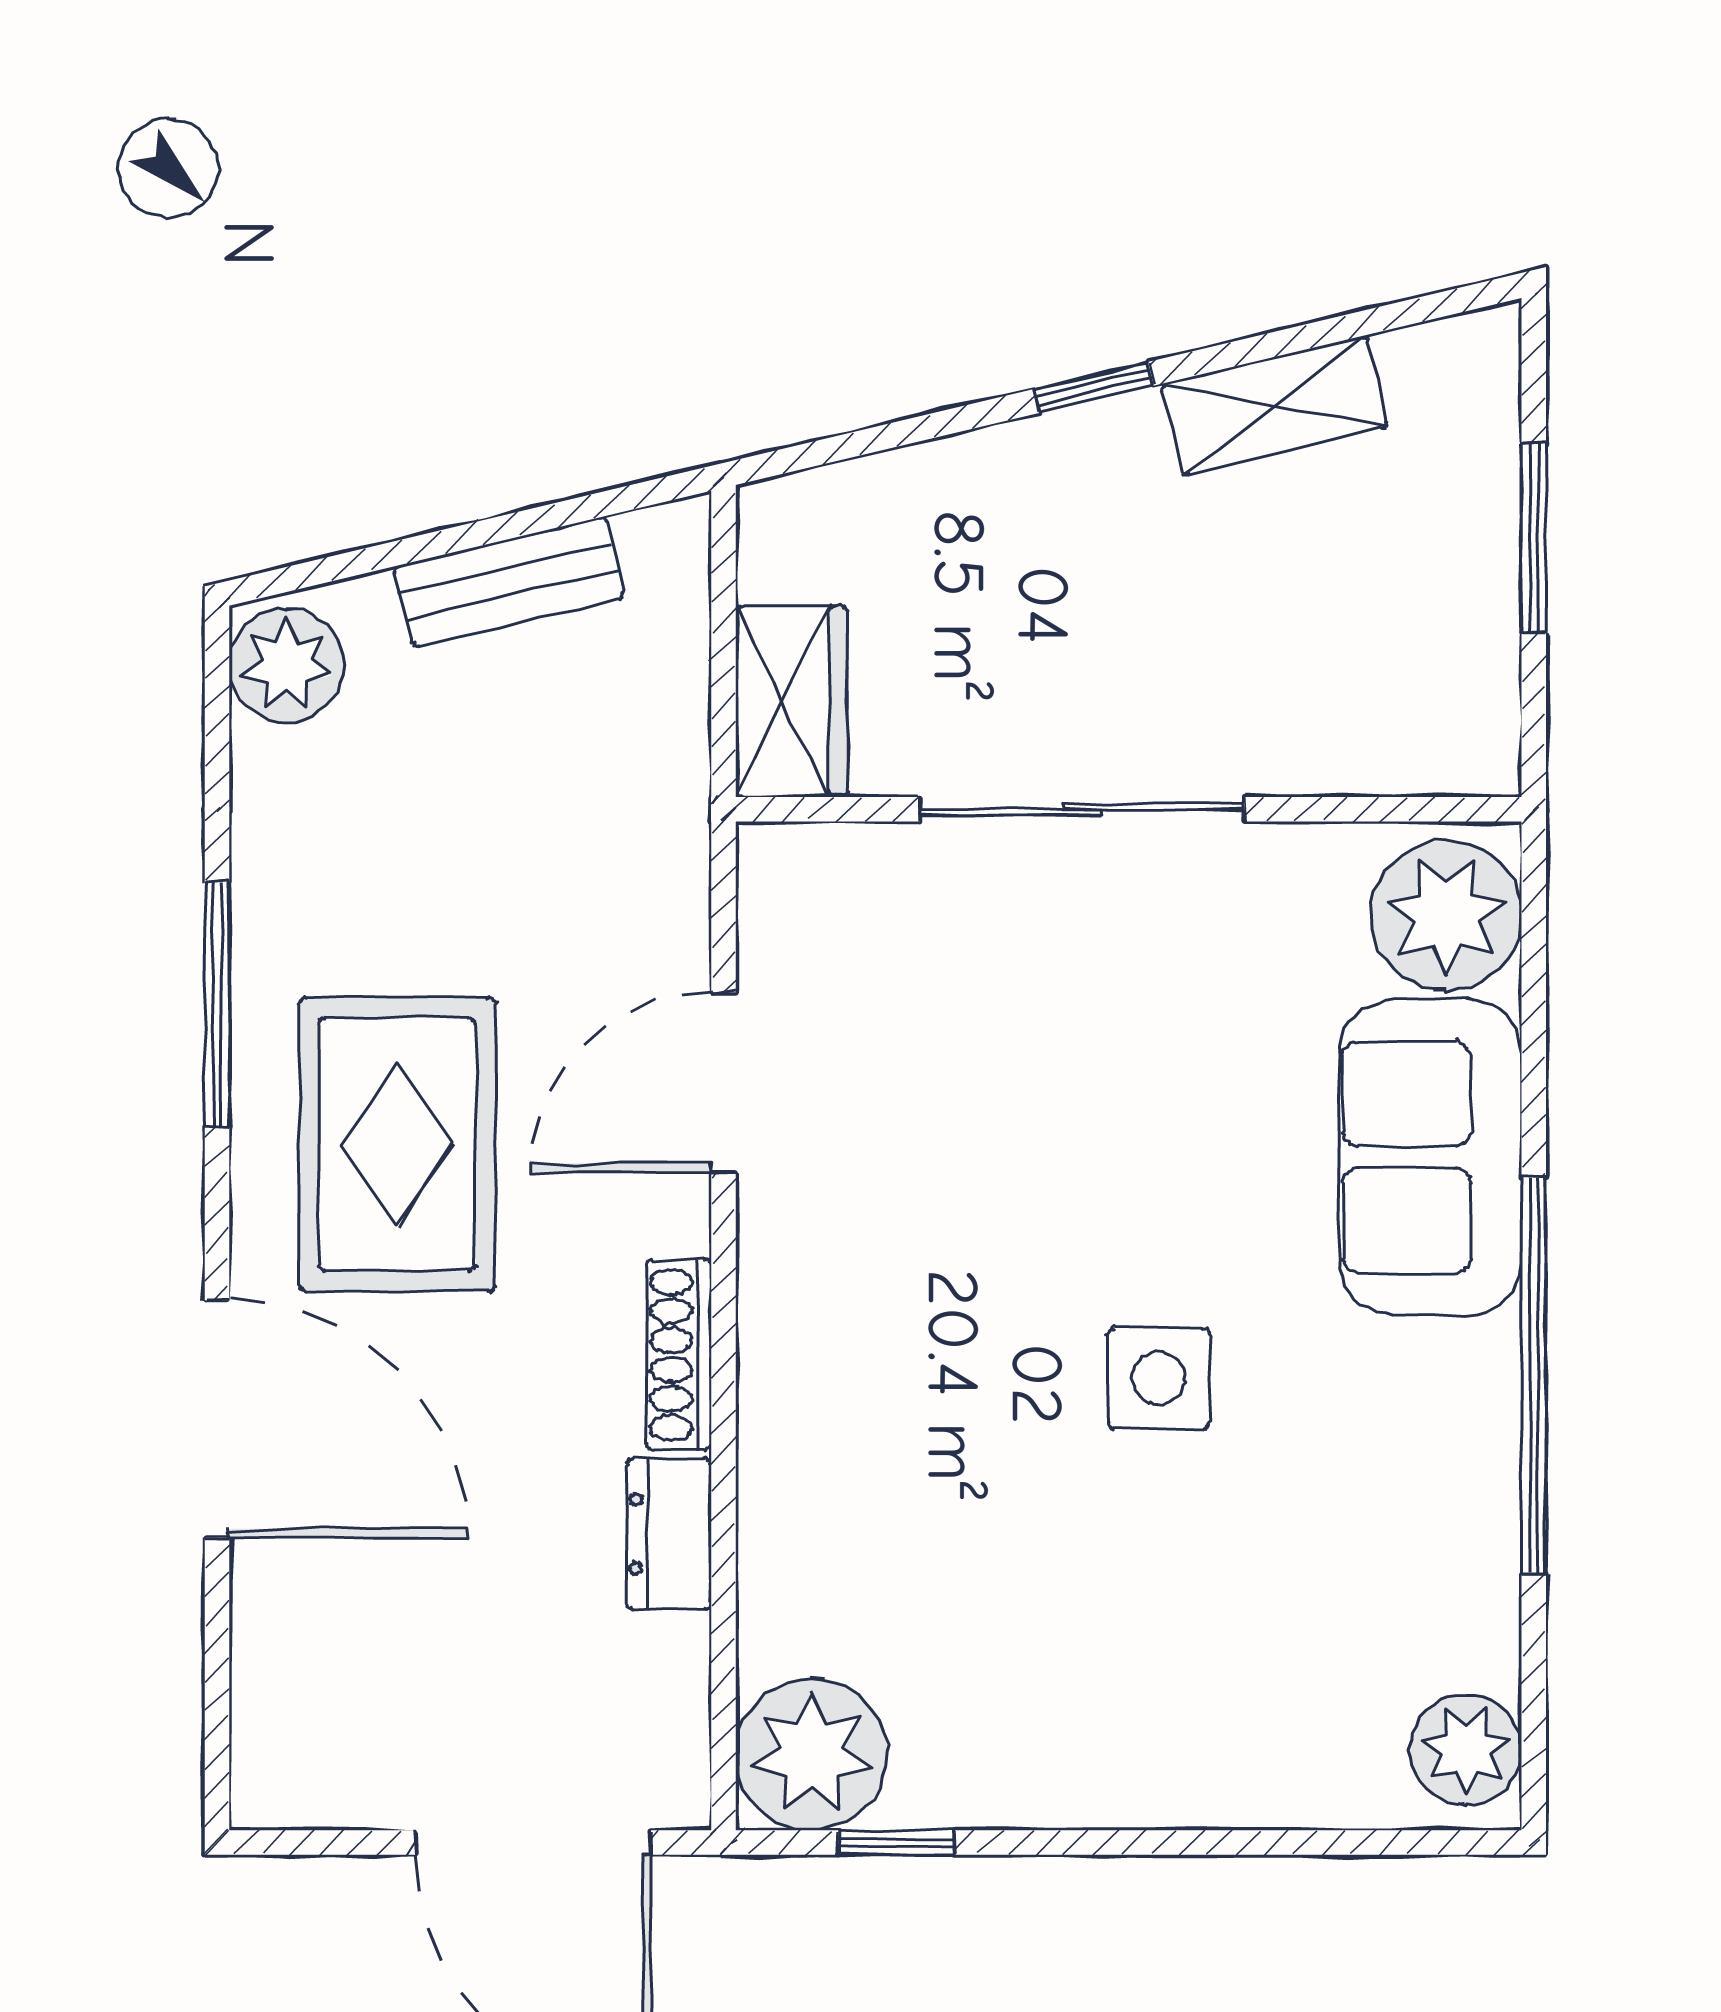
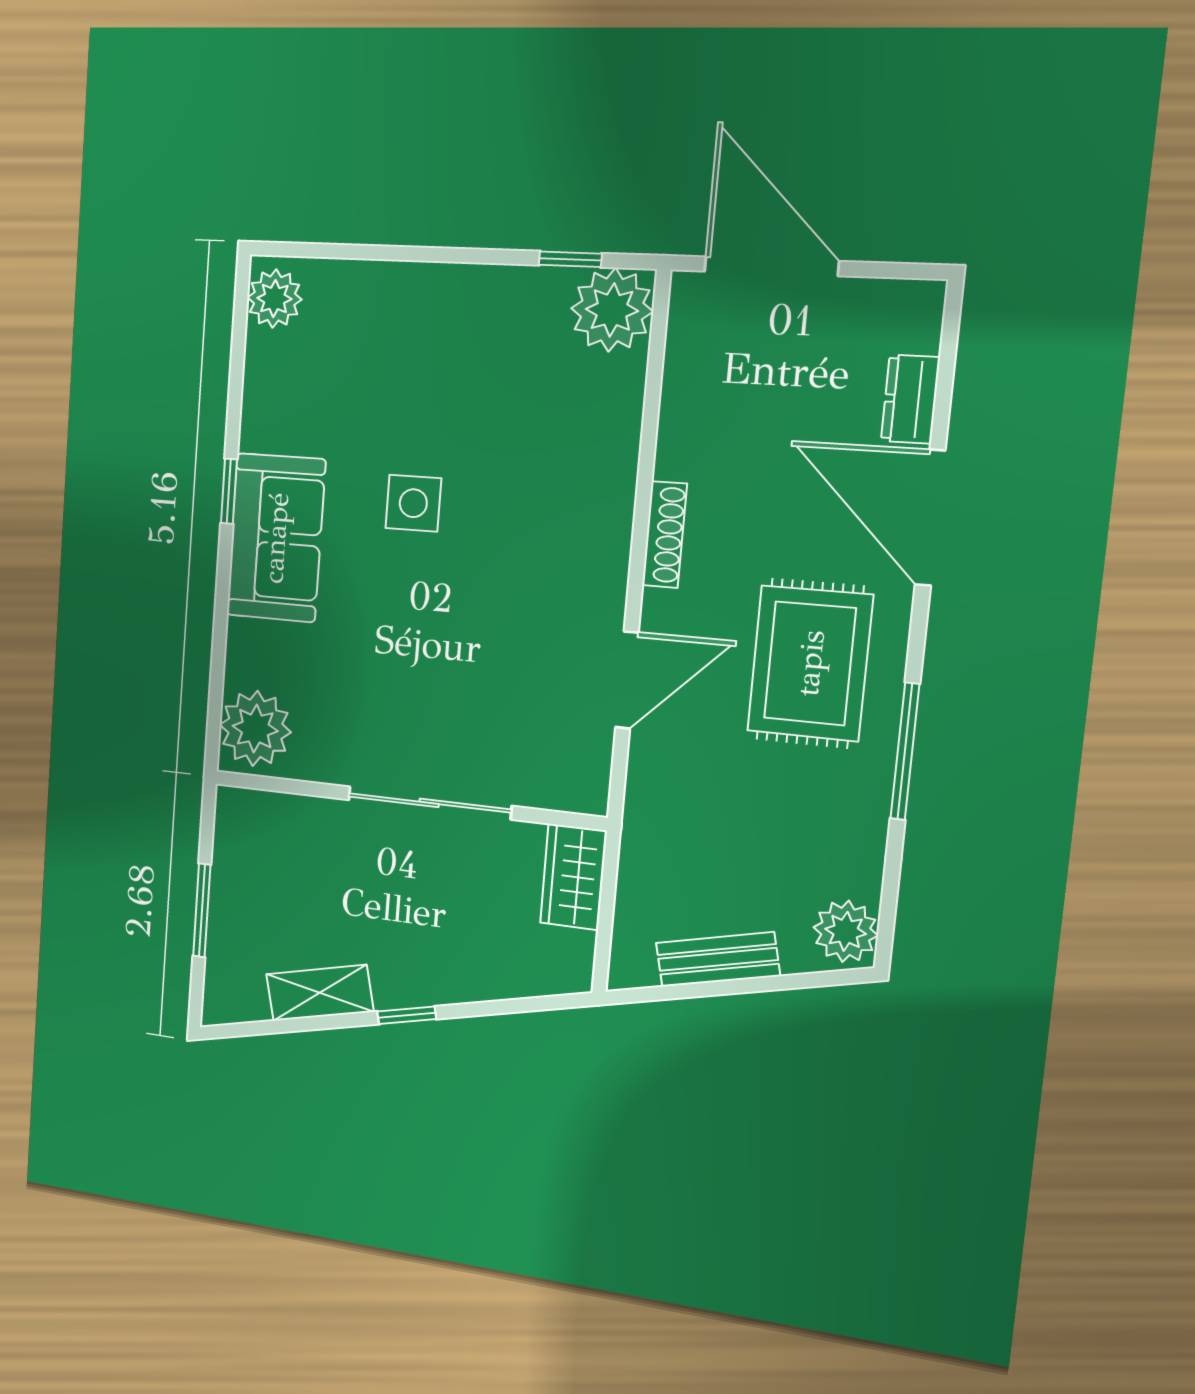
sofa: (1430, 1157) -> (276, 538), moved
window: (1534, 1376) -> (229, 491), width x0.32
dresser: (669, 1534) -> (910, 399), moved, turned 180

